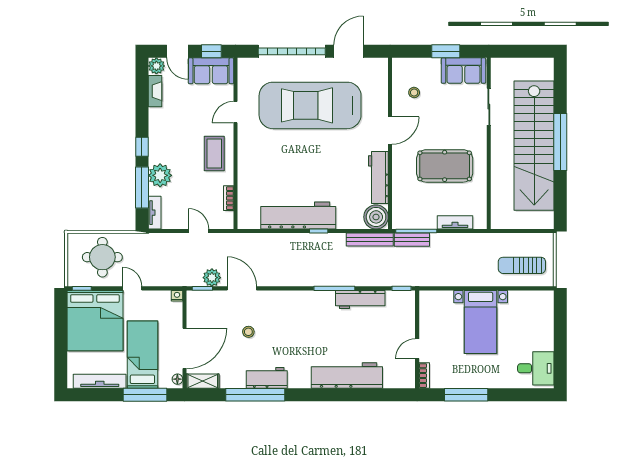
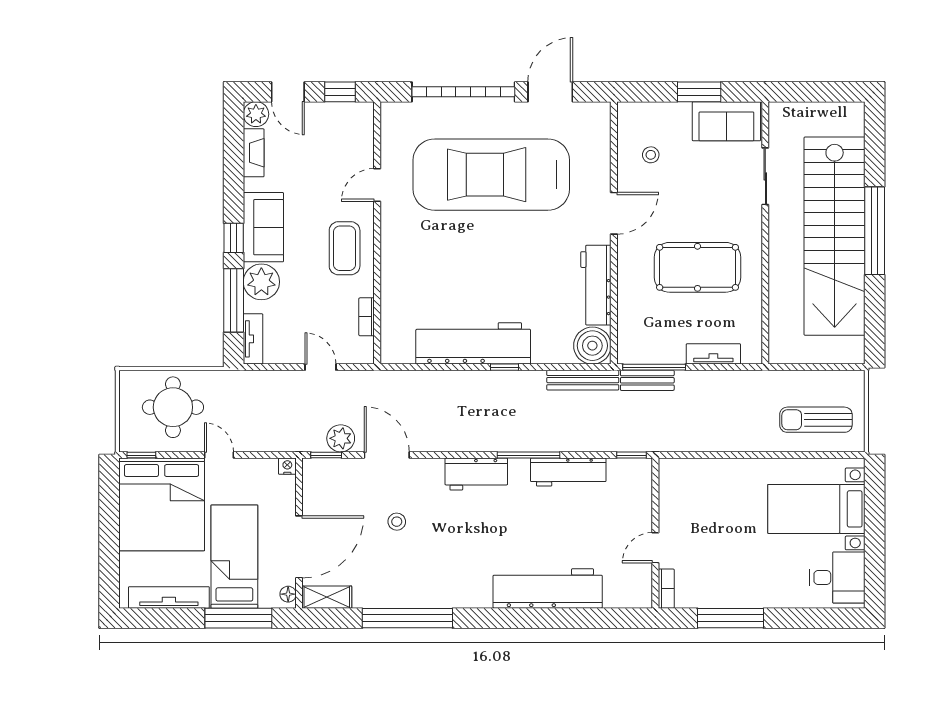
sofa: (211, 71) -> (263, 227), moved, turned -90
bed with nightstands: (481, 322) -> (816, 509), moved, turned 90
workbench: (267, 378) -> (476, 474), moved, turned 180

